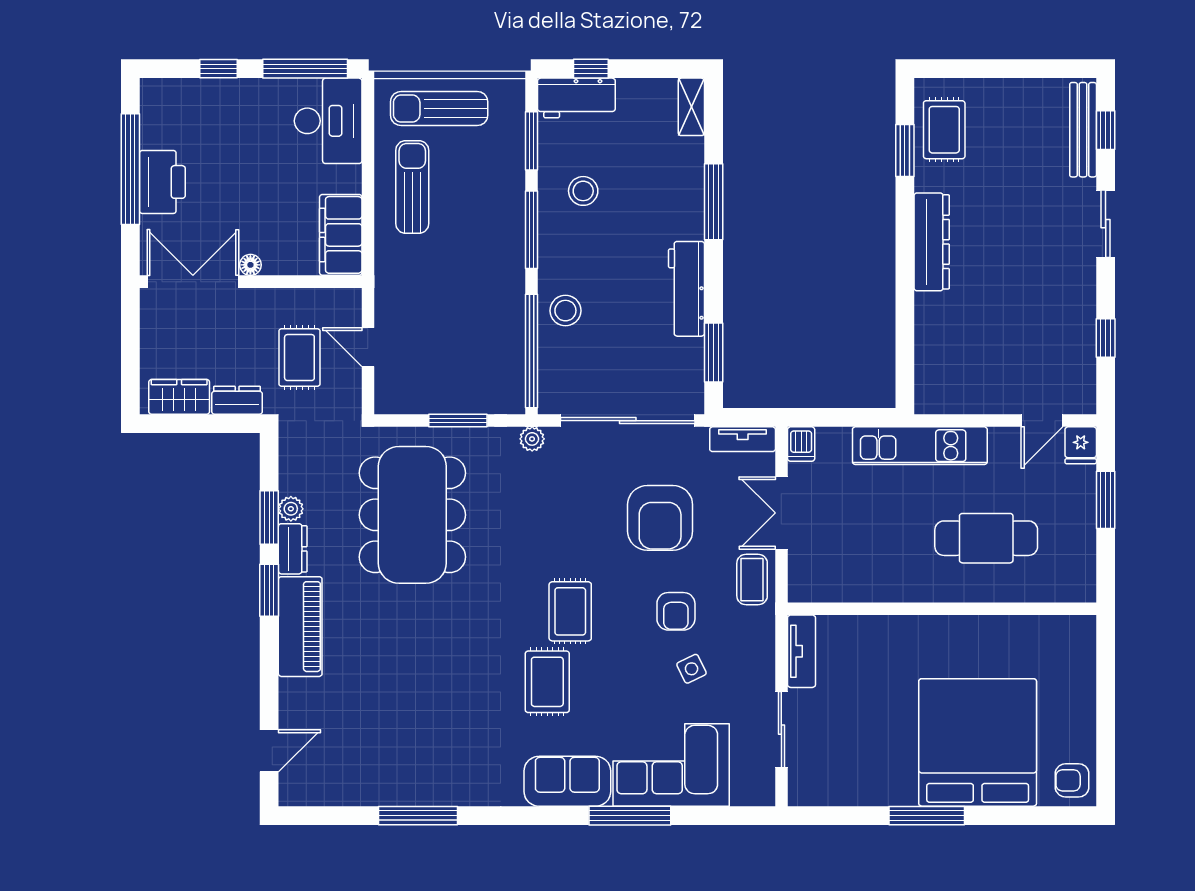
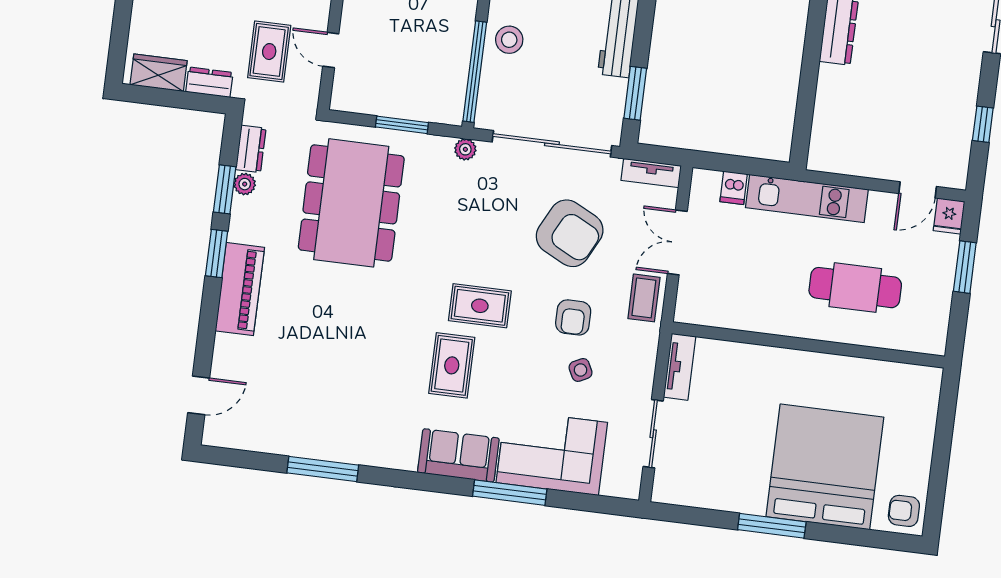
dishwasher: (801, 444) -> (734, 188), moved
armchair: (660, 518) -> (570, 233), turned -63
dresser: (293, 549) -> (251, 149), moved
rug: (570, 611) -> (480, 306), turned 90

